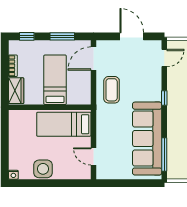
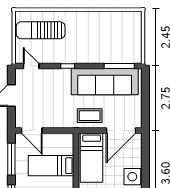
window: (62, 36) -> (11, 159), width x1.44
coffee table: (112, 90) -> (90, 116), moved
door: (93, 156) -> (121, 131), width x1.87

